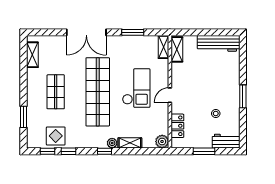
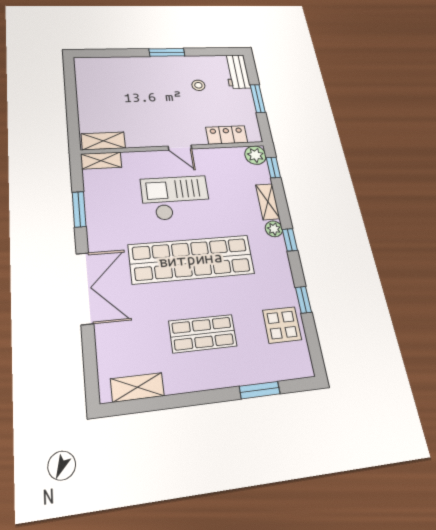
workbench: (219, 43) -> (88, 84), removed
window: (47, 151) -> (273, 167), moved

